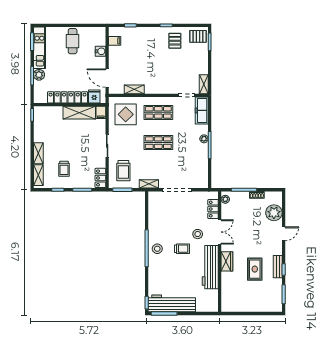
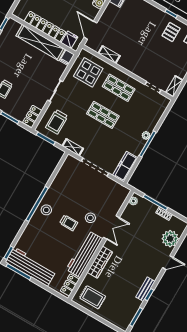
freezer: (202, 110) -> (125, 167), moved
shelving: (79, 113) -> (41, 43), width x1.47
locker: (213, 209) -> (70, 285), moved
wardrobe: (227, 261) -> (100, 262), width x1.50
rug: (255, 269) -> (93, 297), moved, turned 90

